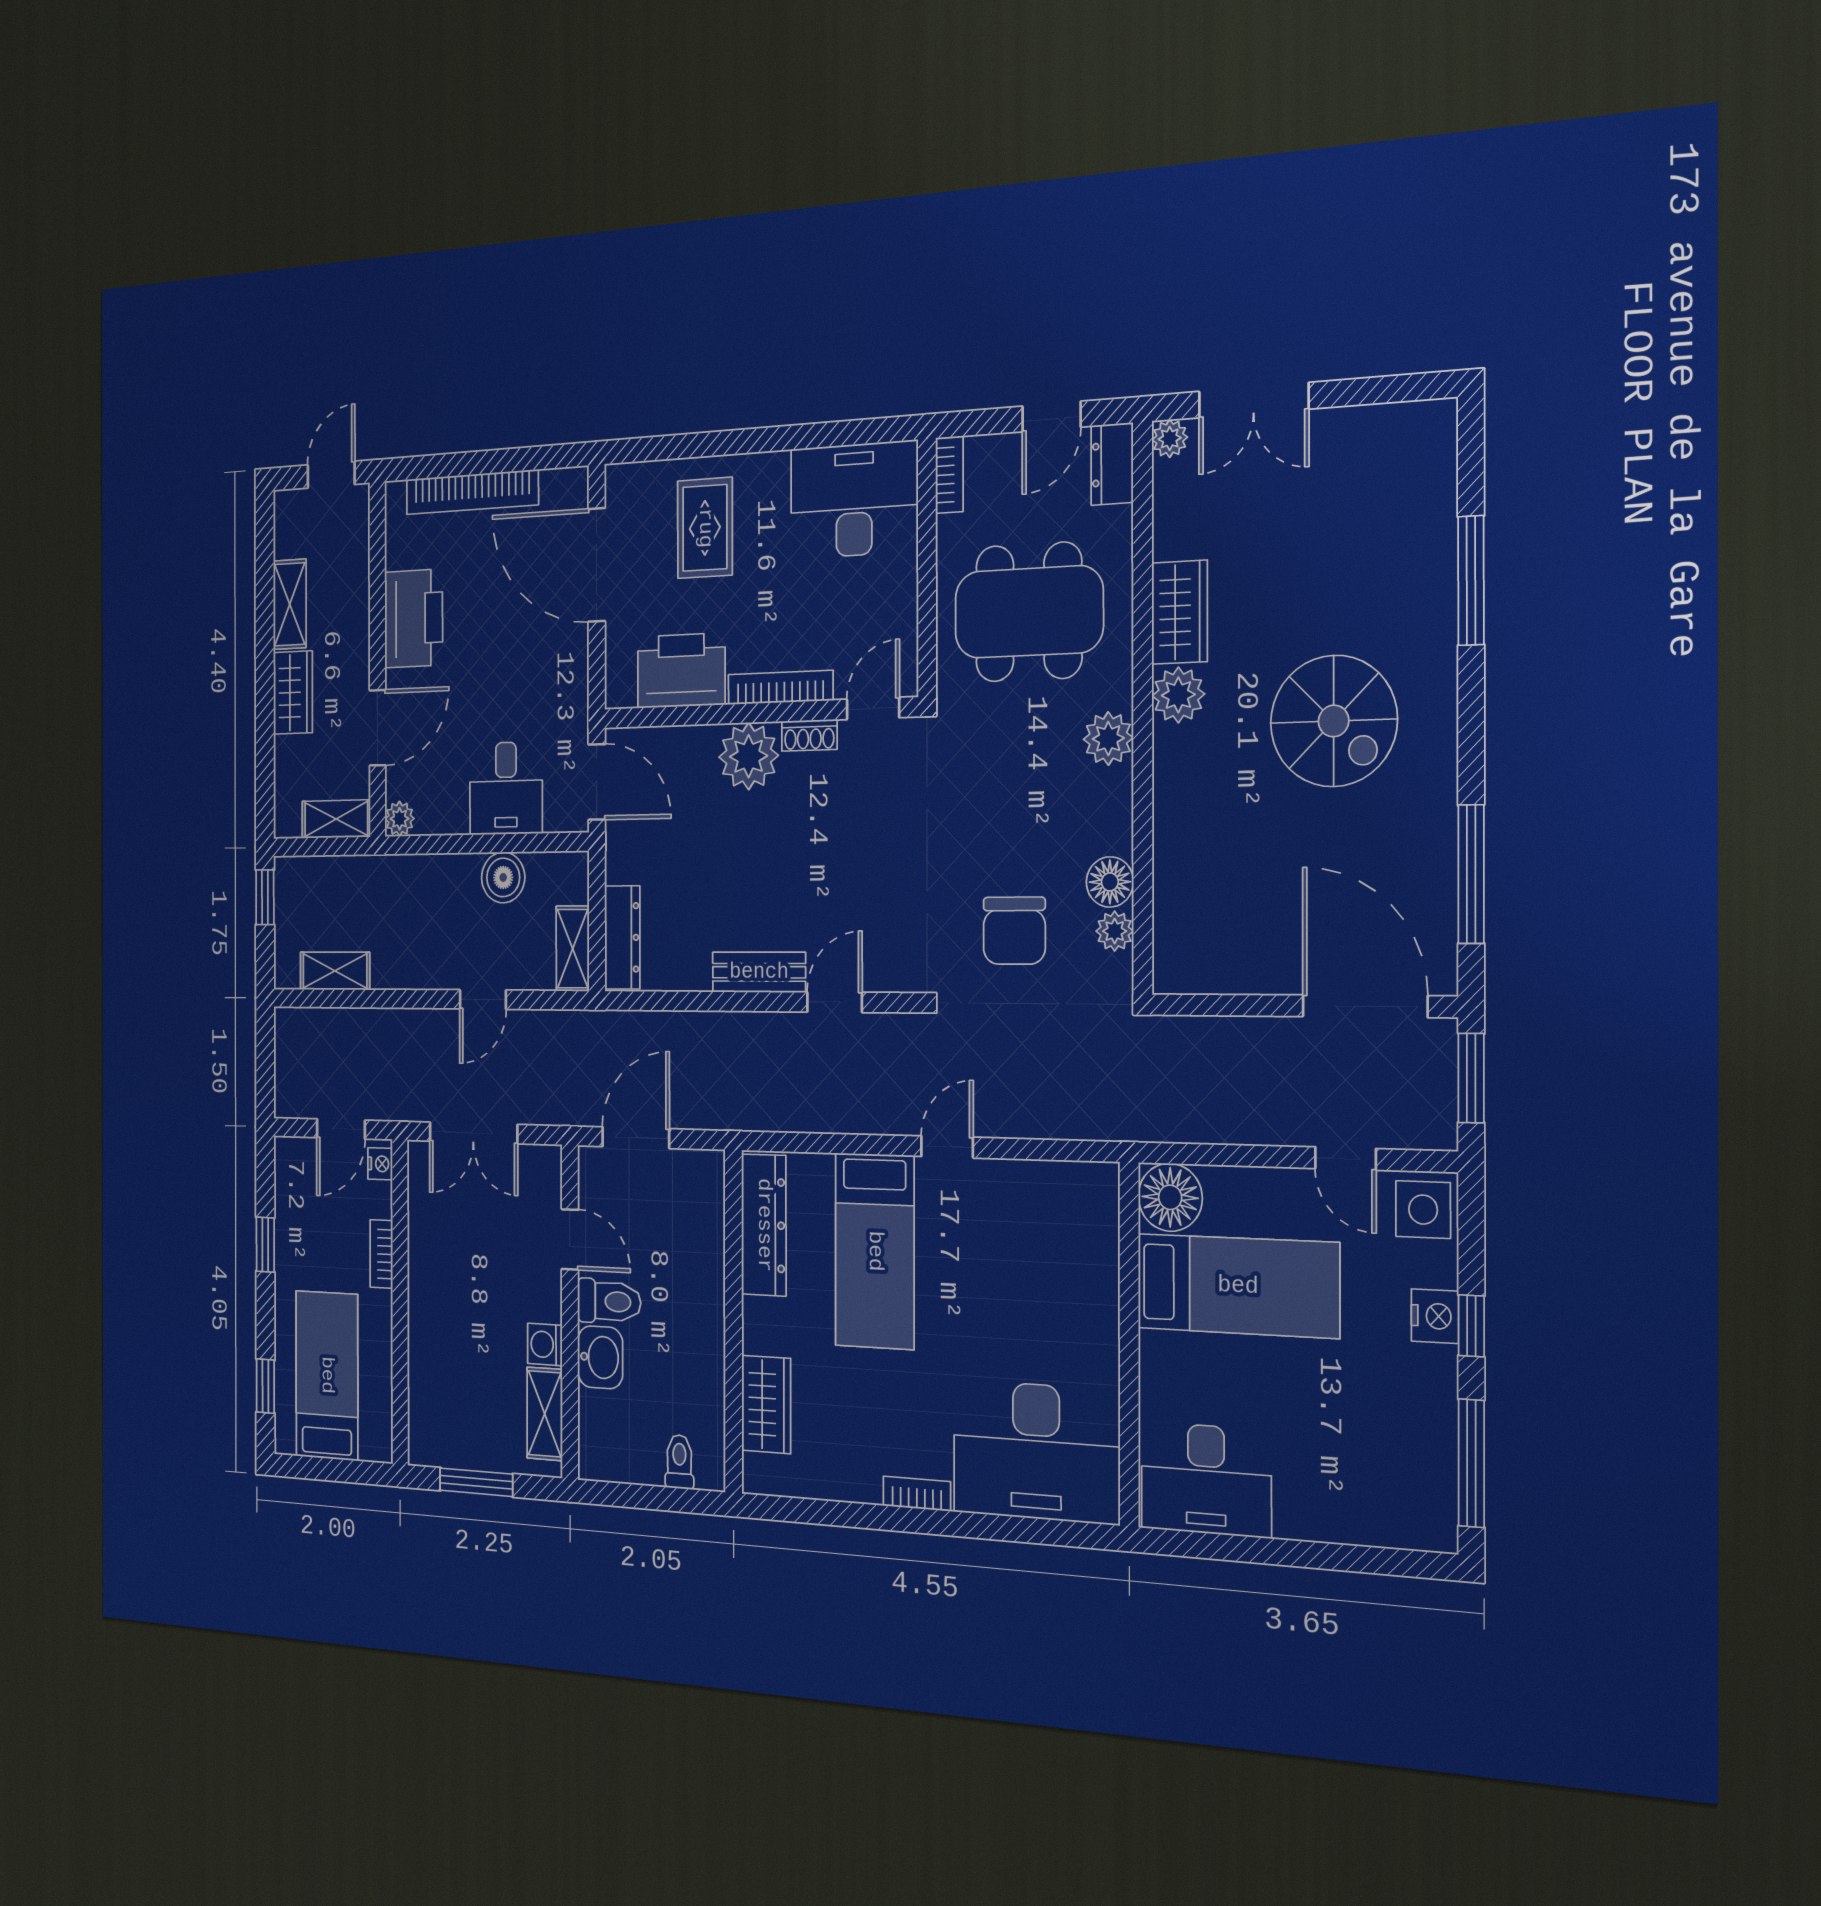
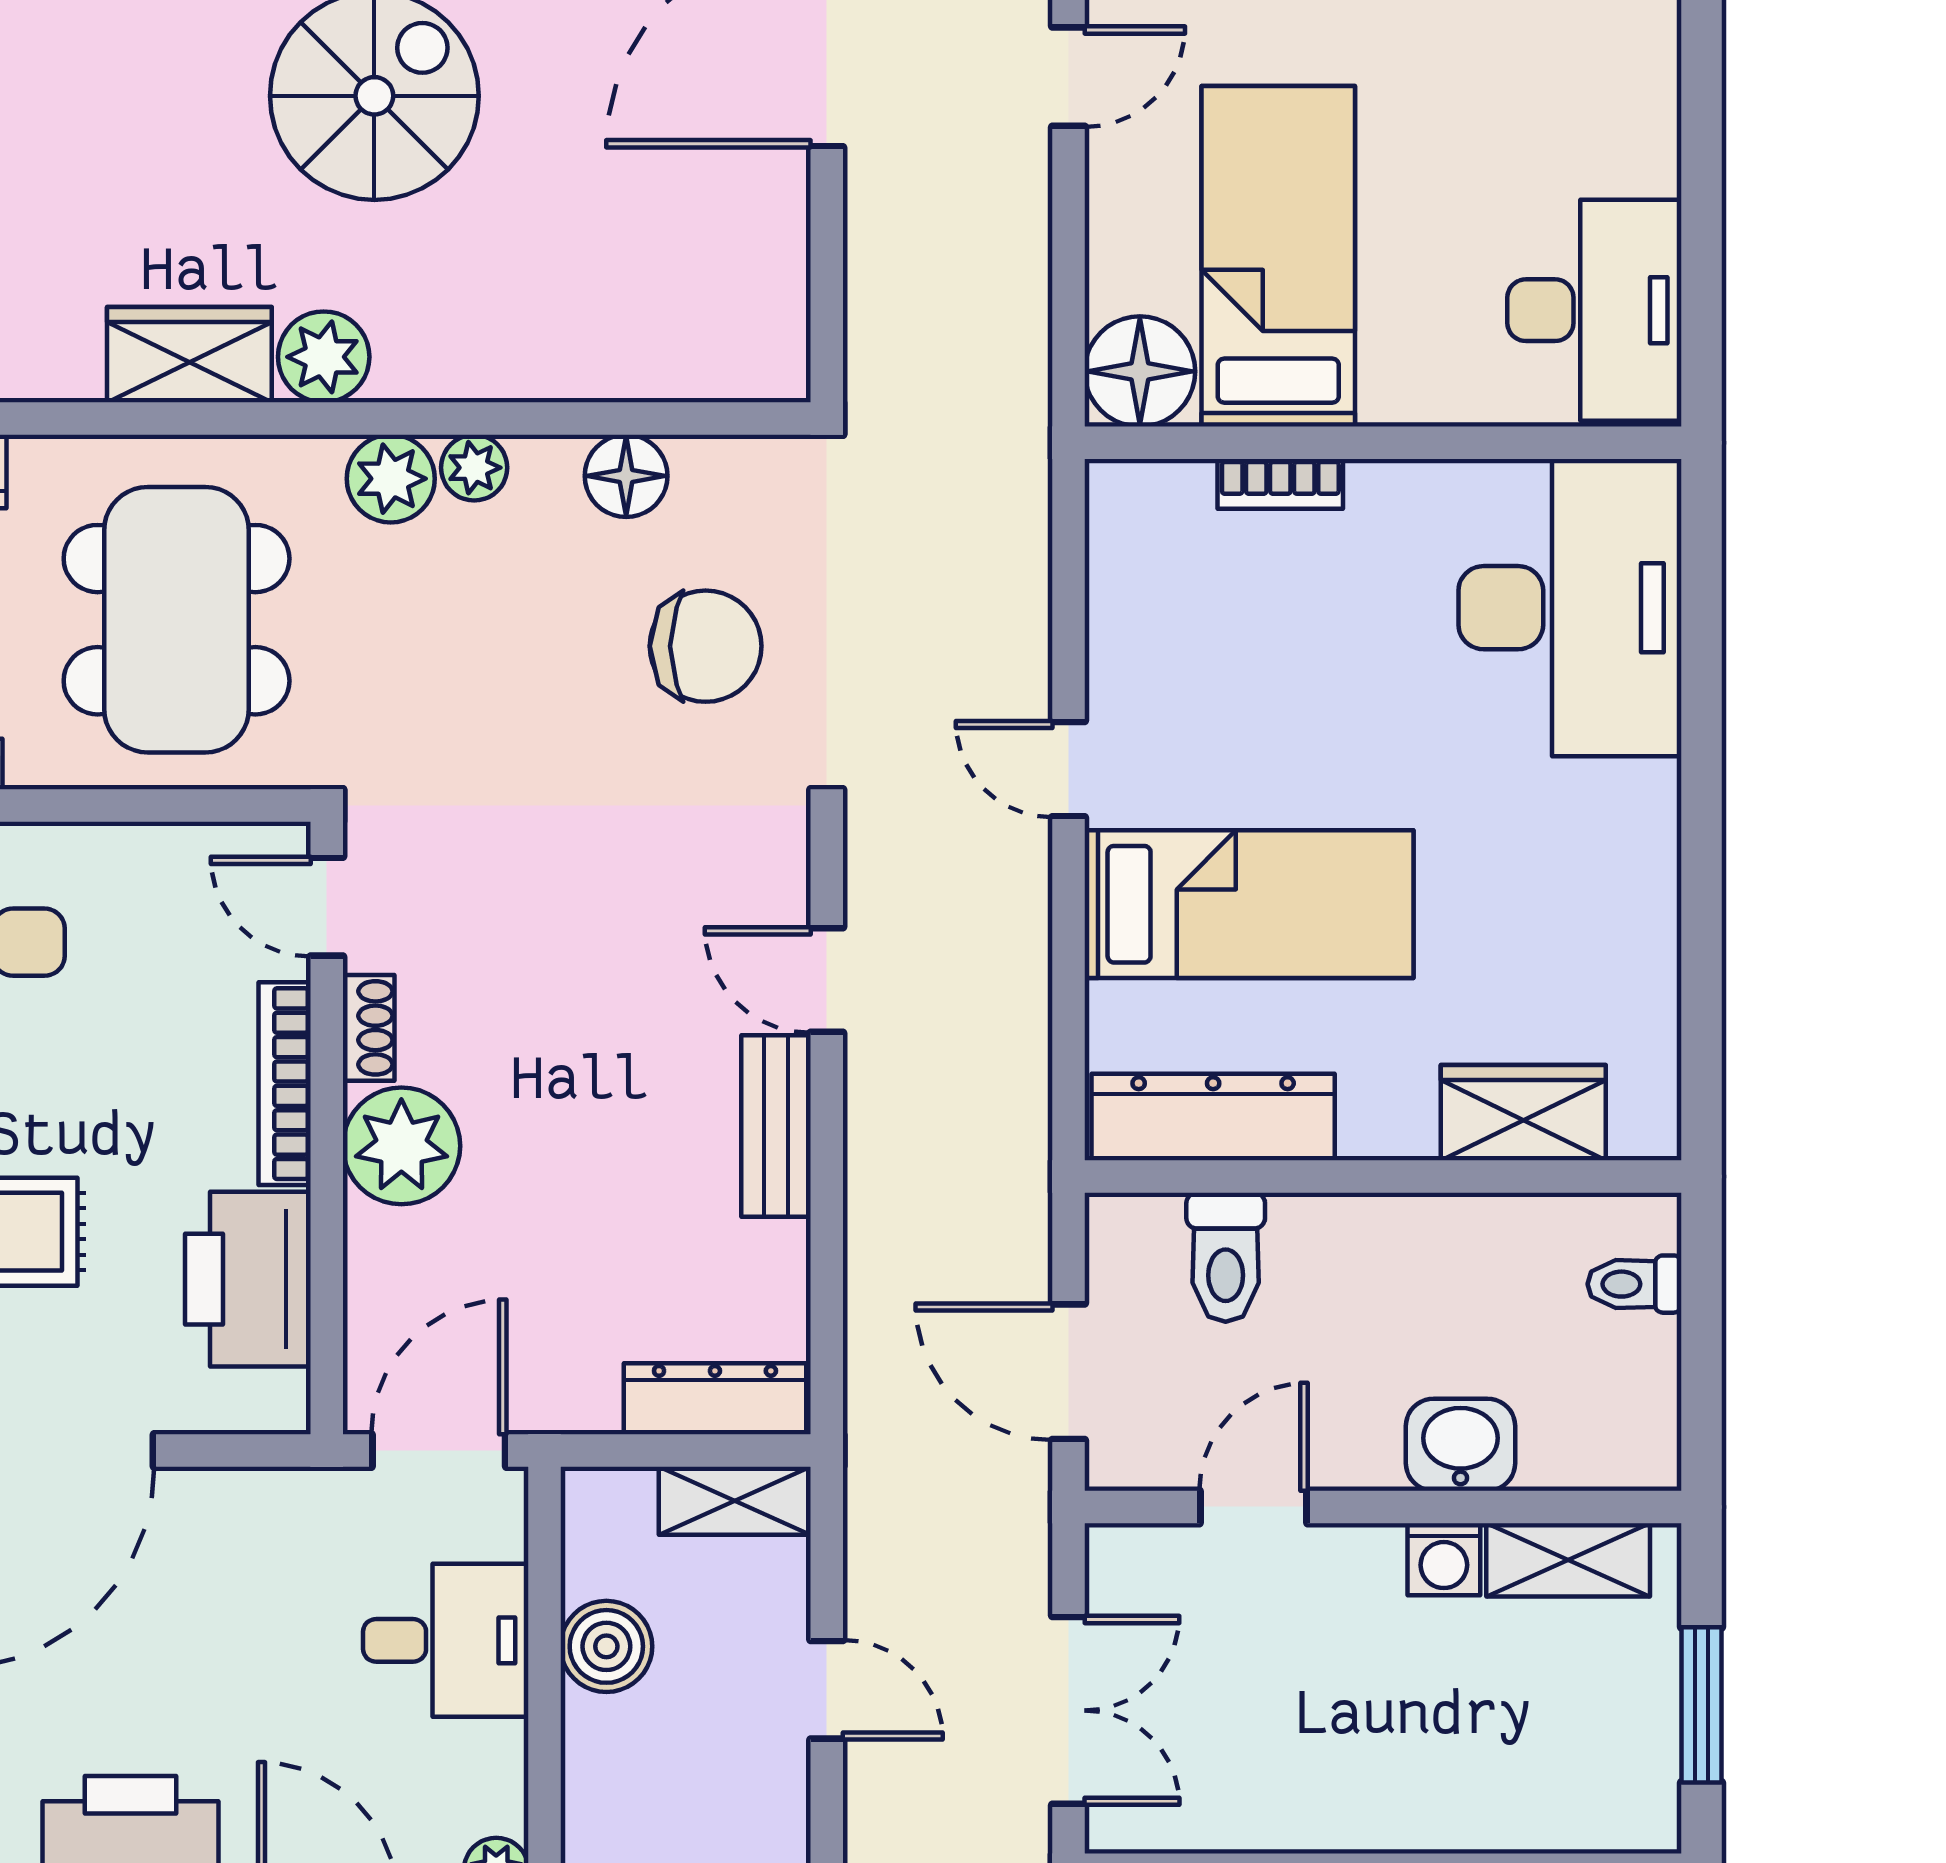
plant: (1115, 931) -> (474, 468), moved
toilet: (609, 1301) -> (1226, 1257), moved, turned 180
bookcase: (917, 1494) -> (1280, 484), moved, turned -90

